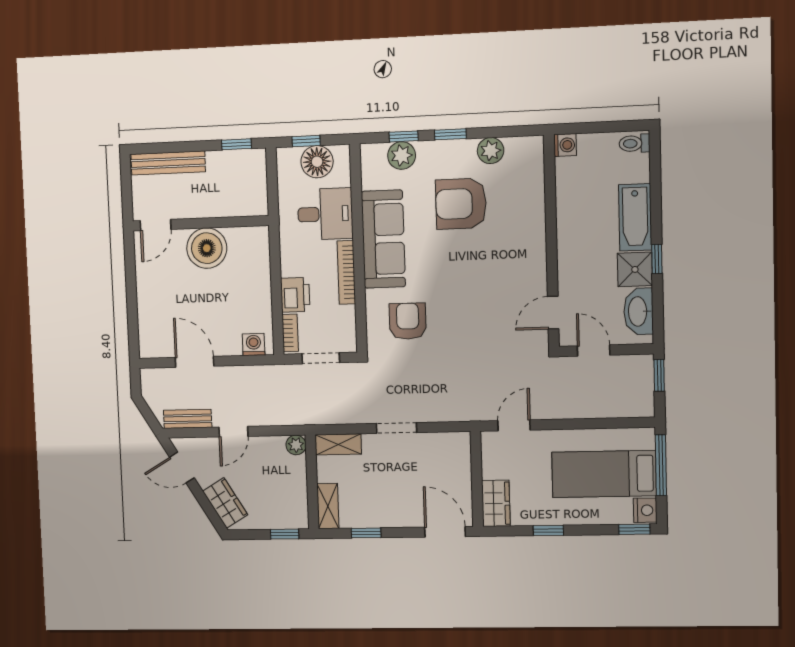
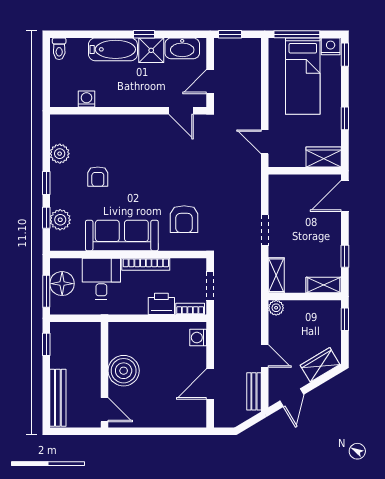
window: (306, 141) -> (46, 291), width x1.50
washing machine: (565, 145) -> (87, 99), moved
armchair: (461, 204) -> (98, 177), width x0.53, depth x0.53
armchair: (408, 321) -> (184, 219), turned -90

